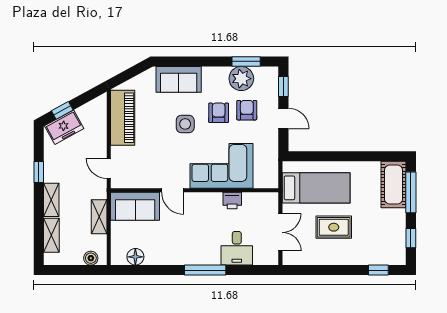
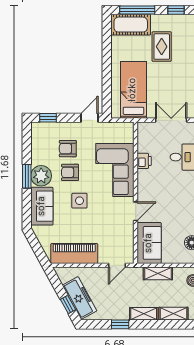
window: (246, 61) -> (27, 176), moved
plant: (241, 79) -> (41, 176), moved
door: (283, 118) -> (90, 118), moved
freezer: (64, 127) -> (80, 298), width x1.40
rug: (334, 227) -> (162, 47), moved

